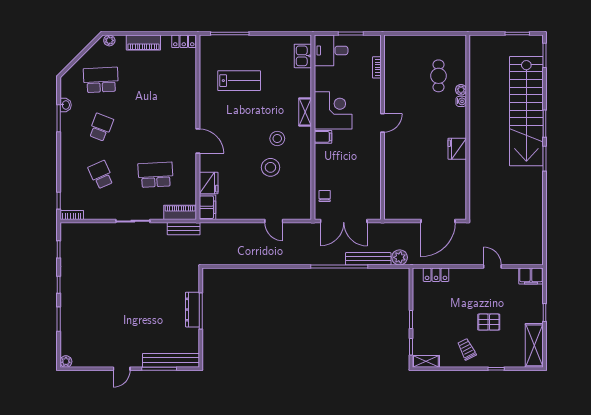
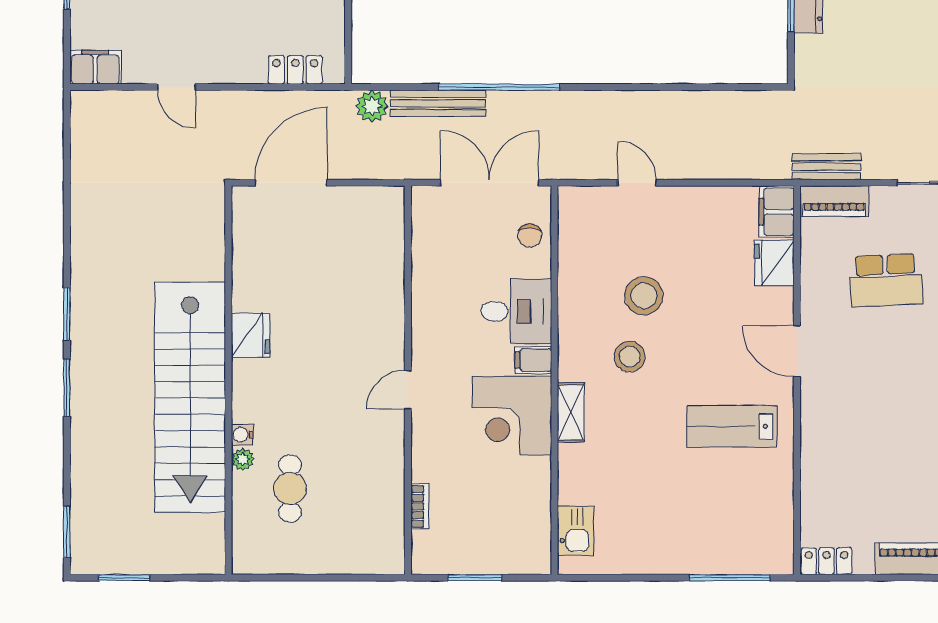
desk: (331, 50) -> (516, 311), moved
lab bench: (239, 81) -> (732, 426), moved
stairs: (526, 111) -> (190, 397), moved, turned 180

